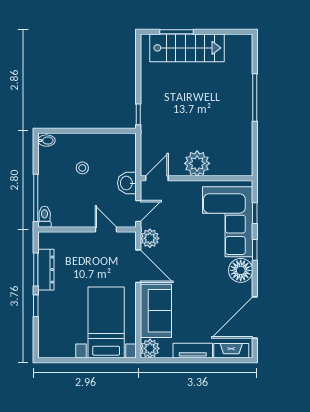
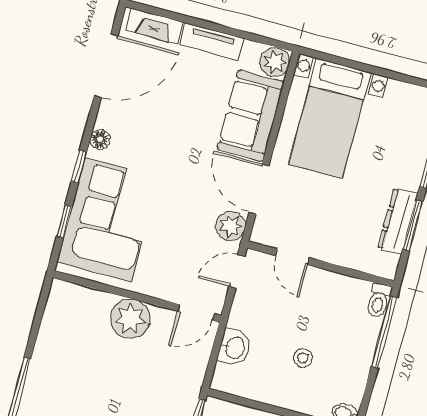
washbasin: (127, 183) -> (234, 348), moved
floor lamp: (241, 270) -> (100, 140), width x0.53, depth x0.53

